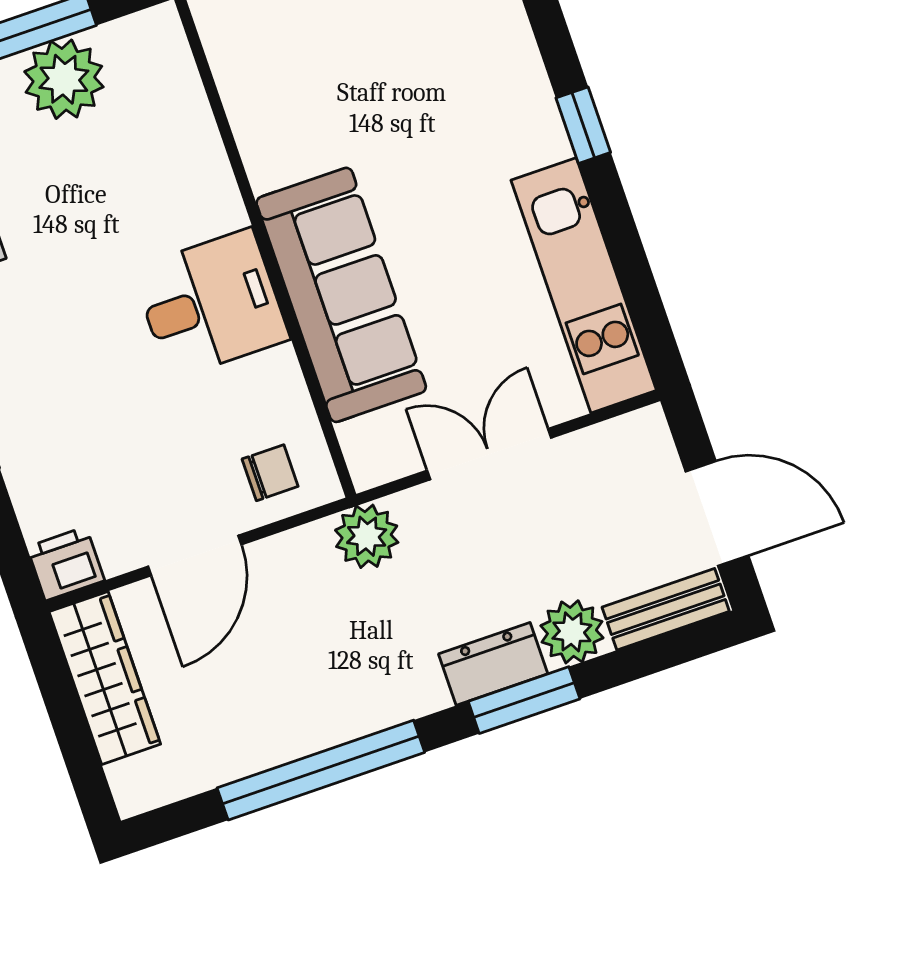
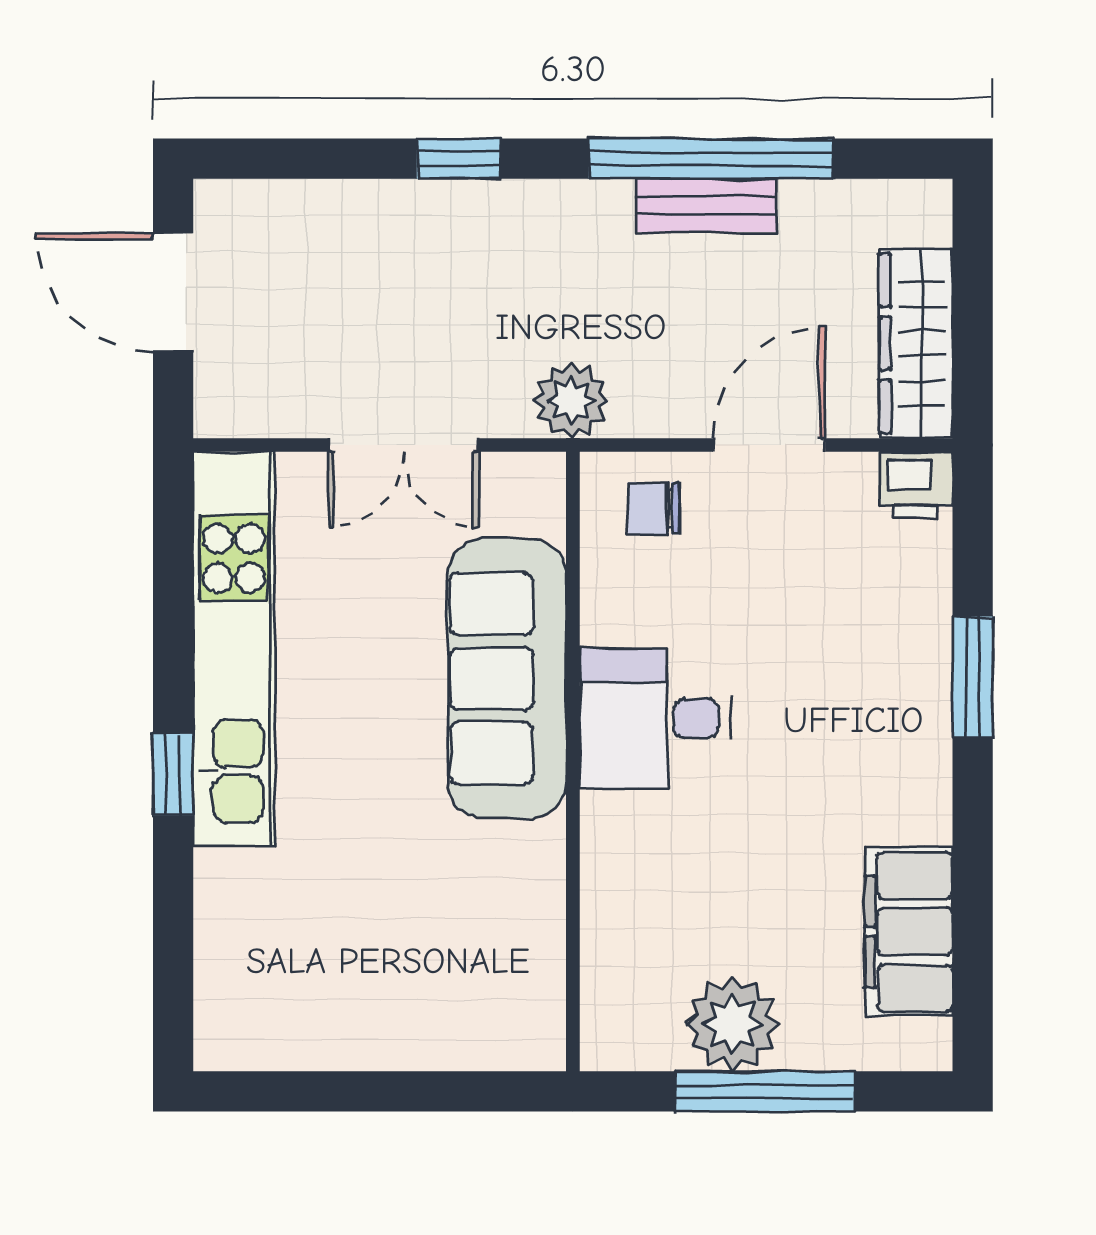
kitchen unit: (584, 285) -> (234, 649), width x1.36
bench: (666, 609) -> (706, 205), moved
plant: (572, 632) -> (379, 216), removed
dresser: (493, 664) -> (479, 211), removed
window: (524, 700) -> (459, 159), width x0.67

